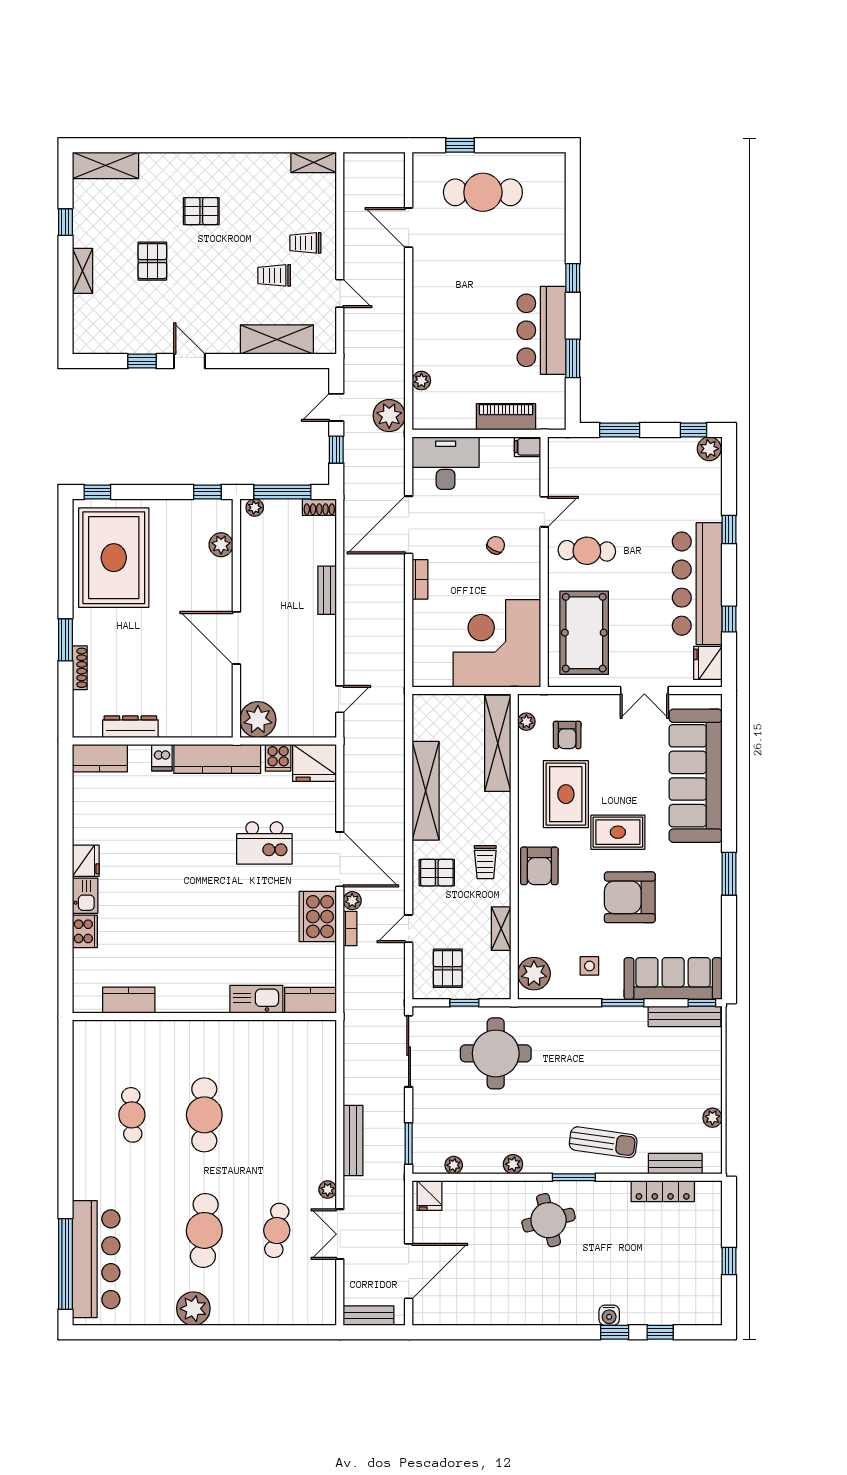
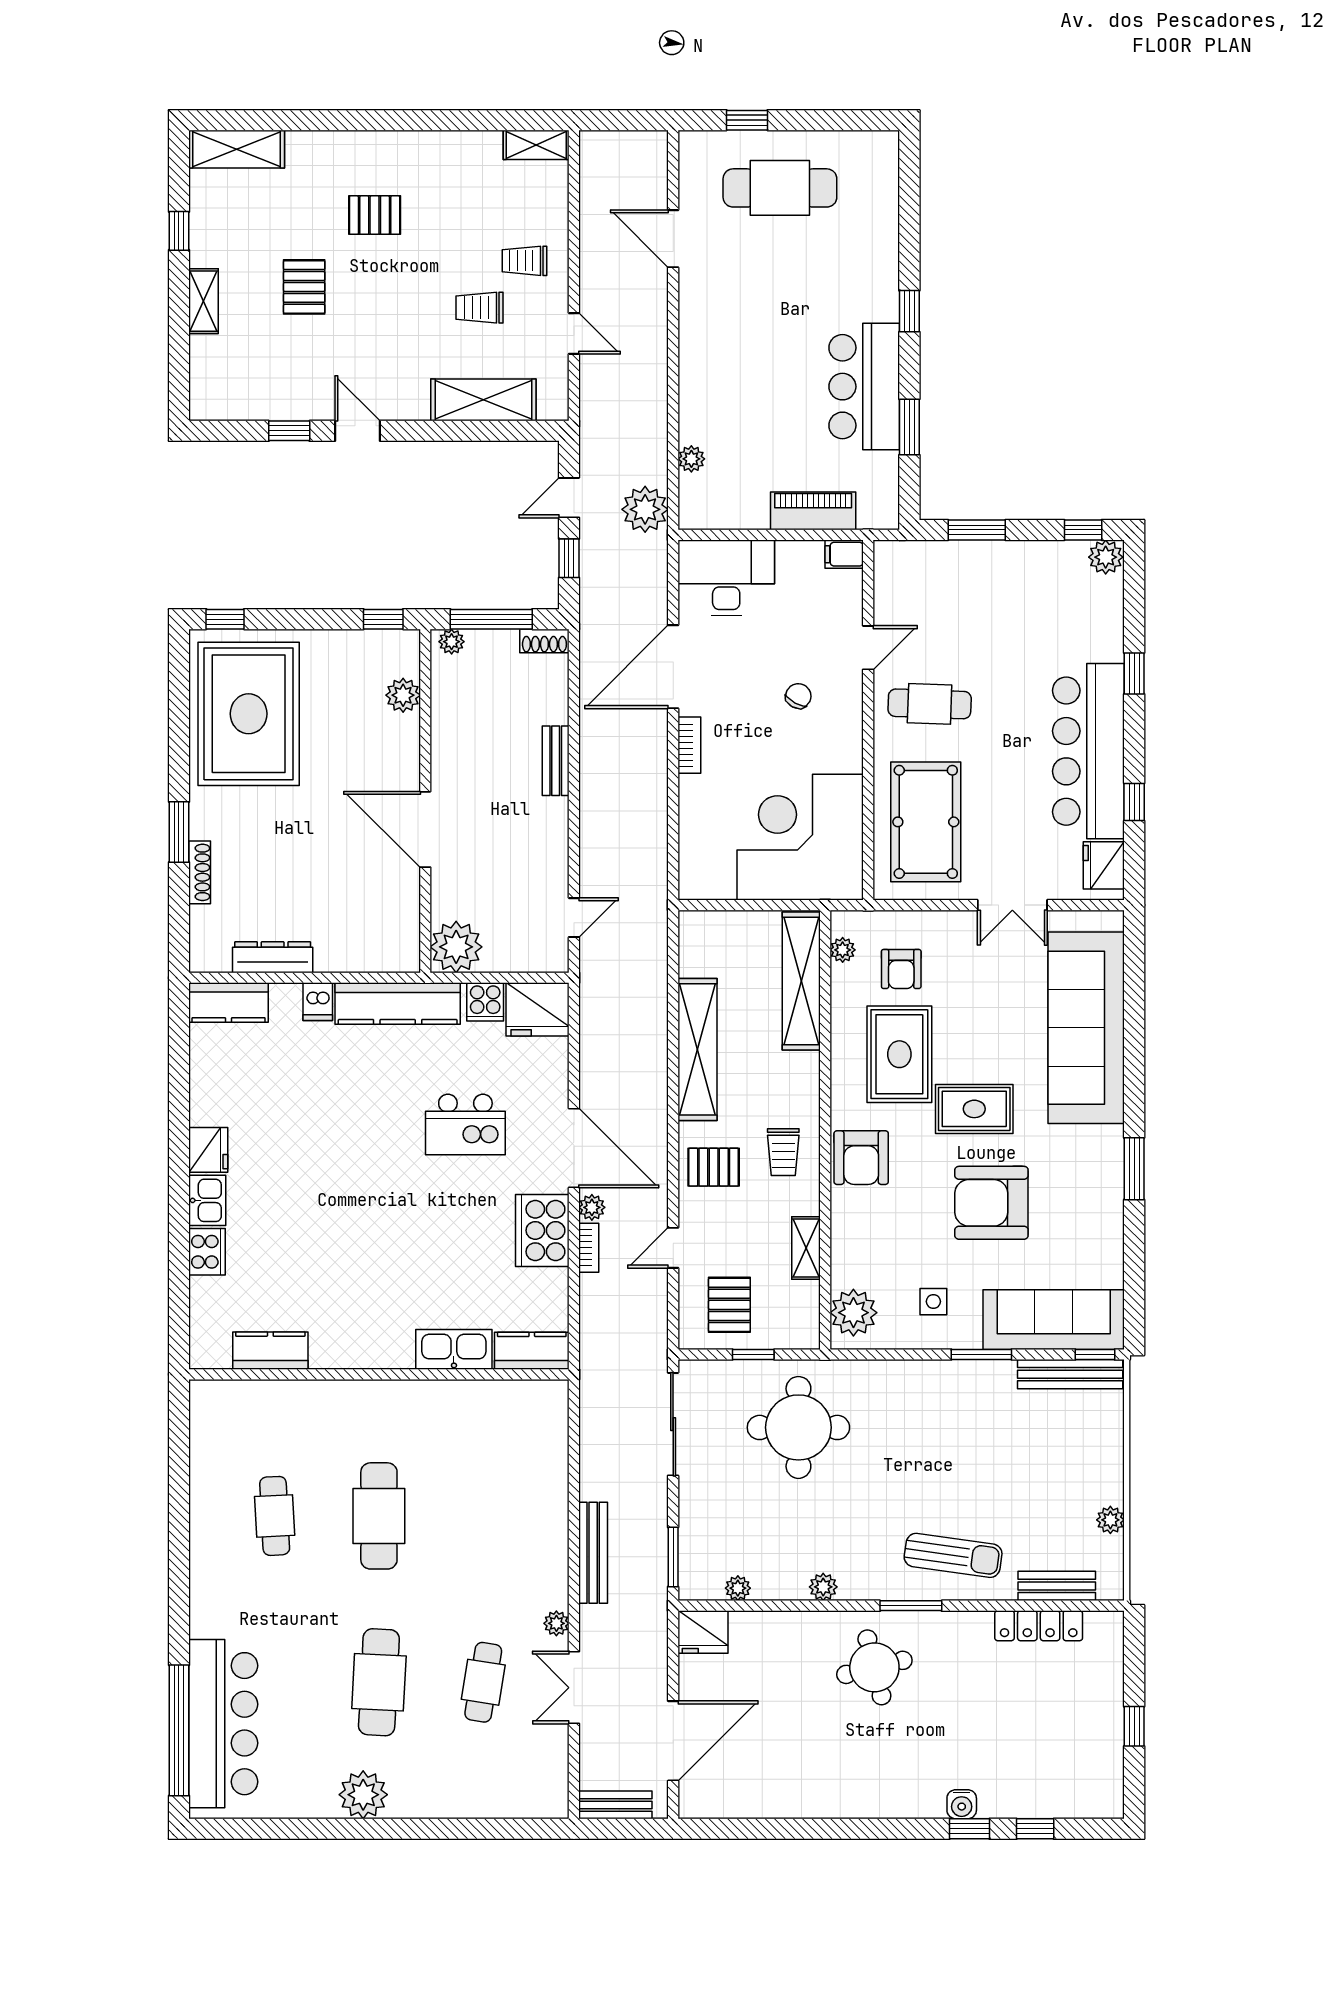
fridge: (430, 1196) -> (703, 1632), width x1.38

